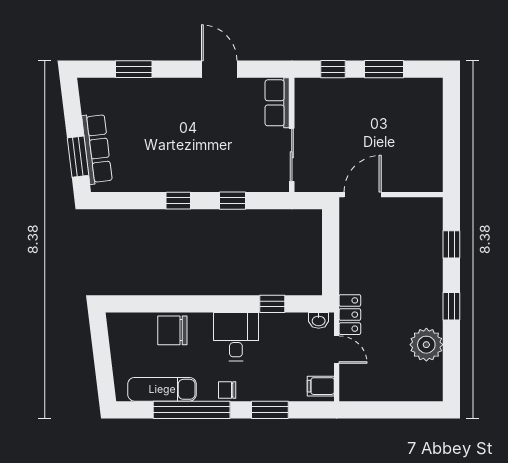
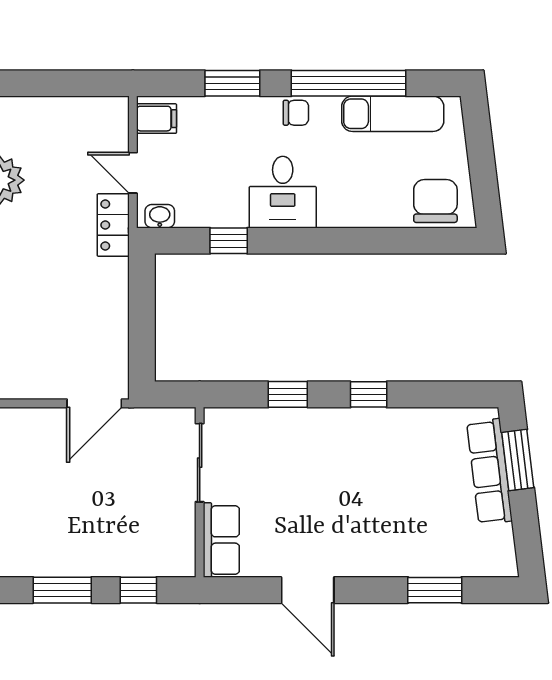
chair: (172, 330) -> (435, 201), moved, turned -90

